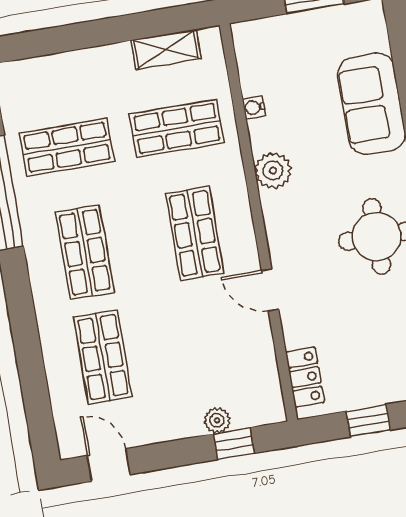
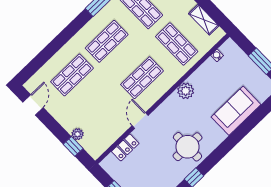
water cooler: (254, 108) -> (217, 55), moved
locker: (305, 377) -> (125, 147), moved

